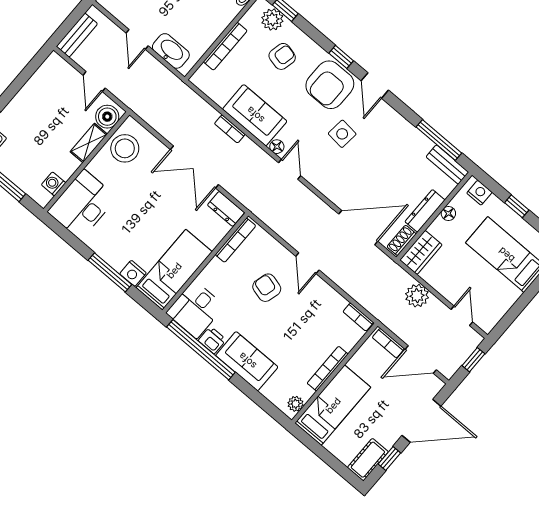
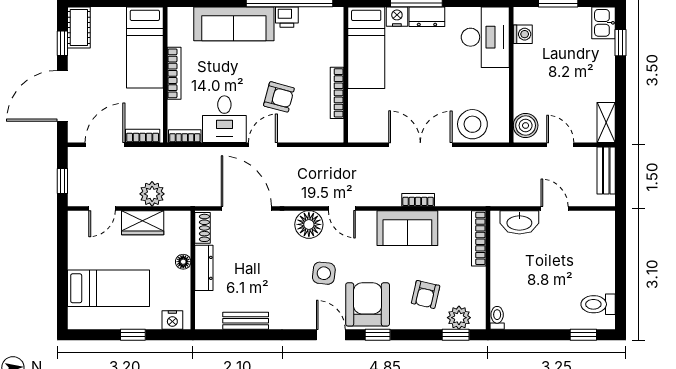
bookcase: (225, 46) -> (479, 238), moved
window: (439, 140) -> (241, 335), removed
shelving: (89, 143) -> (606, 122), moved
floor lamp: (277, 147) -> (309, 224), moved, width x1.89, depth x1.89
stool: (125, 148) -> (472, 124), moved
bench: (447, 165) -> (246, 321), moved
dresser: (226, 209) -> (427, 17), moved, turned 180
floor lamp: (448, 213) -> (183, 262), moved
door: (358, 228) -> (246, 208), swing flipped
bookcase: (235, 240) -> (337, 93), moved
wardrobe: (421, 252) -> (143, 223), moved, turned -90
door: (307, 263) -> (263, 145), hinge flipped
desk: (195, 309) -> (224, 119), moved, turned 180
door: (462, 316) -> (102, 208), hinge flipped
sofa: (247, 361) -> (234, 24), width x1.36
plant: (296, 404) -> (176, 23), removed

